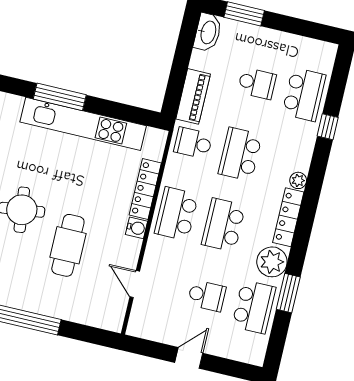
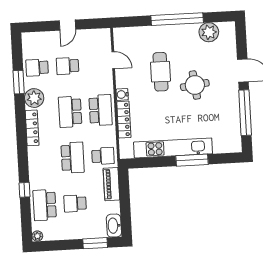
plant: (298, 180) -> (37, 236), moved
school desk: (223, 225) -> (70, 112), turned 180
school desk: (254, 307) -> (37, 68), width x0.54

